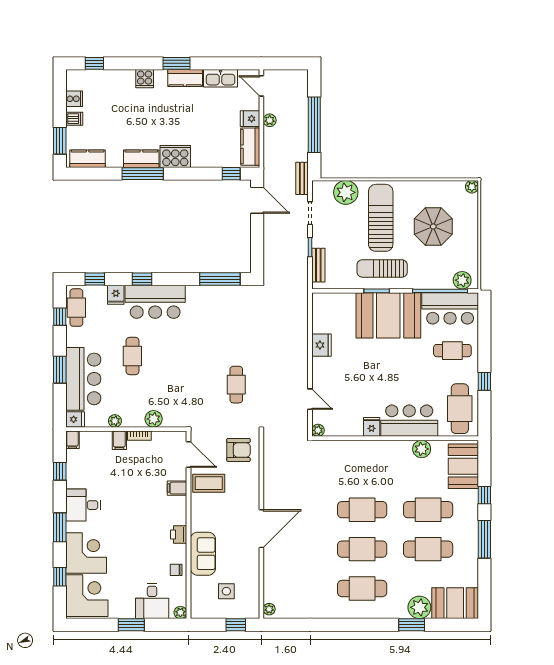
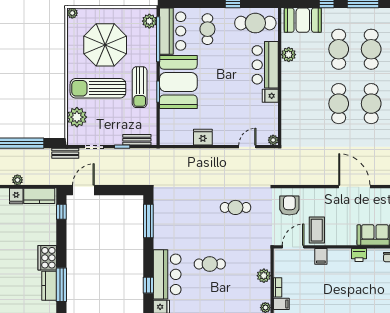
parasol: (433, 227) -> (105, 45), width x1.36, depth x1.36
cafe table: (132, 356) -> (210, 264), moved

